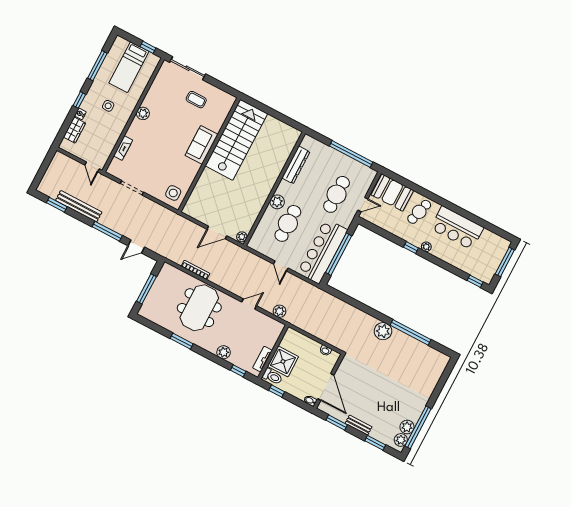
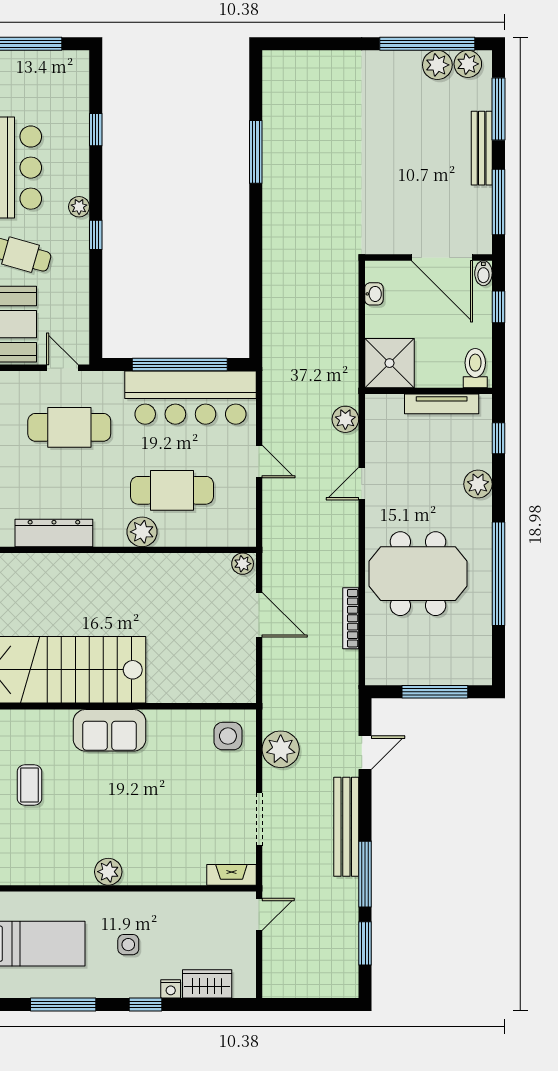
fireplace: (123, 148) -> (231, 875), moved
bench: (79, 206) -> (346, 827), moved
window: (107, 231) -> (365, 874), moved
door: (136, 246) -> (365, 753), hinge flipped
door: (281, 266) -> (259, 462), hinge flipped
window: (475, 281) -> (96, 130), moved
door: (249, 304) -> (362, 484), hinge flipped
plant: (383, 331) -> (281, 749), moved
window: (411, 332) -> (256, 152), width x0.68
window: (182, 341) -> (498, 574), width x2.11
tv unit: (262, 359) -> (442, 404), width x1.41
shower: (283, 361) -> (389, 363), moved
door: (326, 387) -> (442, 257), swing flipped
window: (277, 391) -> (498, 307), moved
window: (337, 422) -> (498, 202), width x1.44
bench: (359, 425) -> (482, 148), width x1.36
window: (375, 443) -> (498, 109), width x1.44

